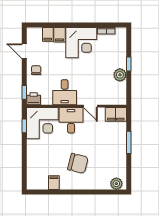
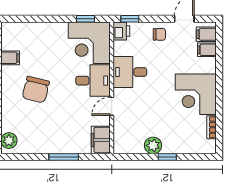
filing cabinet: (59, 35) -> (206, 34), moved

